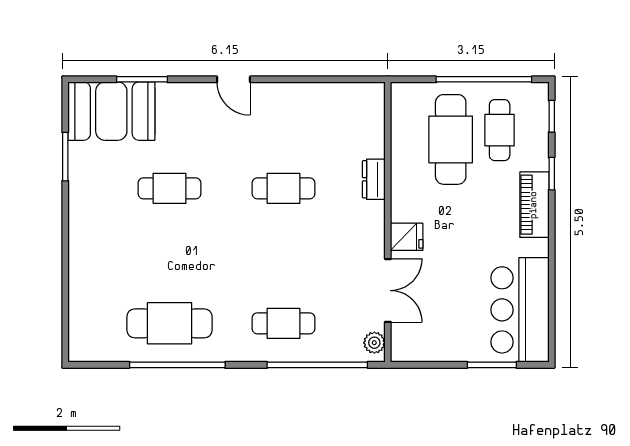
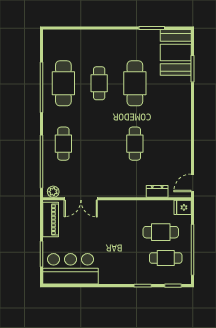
door: (234, 79) -> (193, 183), moved
cafe table: (451, 139) -> (161, 232), width x0.73, depth x0.74
dresser: (374, 179) -> (157, 191), moved
cafe table: (170, 188) -> (135, 83), width x1.37, depth x1.35
piano: (534, 205) -> (51, 220), moved, turned 90
fridge: (407, 237) -> (183, 207), moved, turned 90
cafe table: (170, 256) -> (99, 83), added

